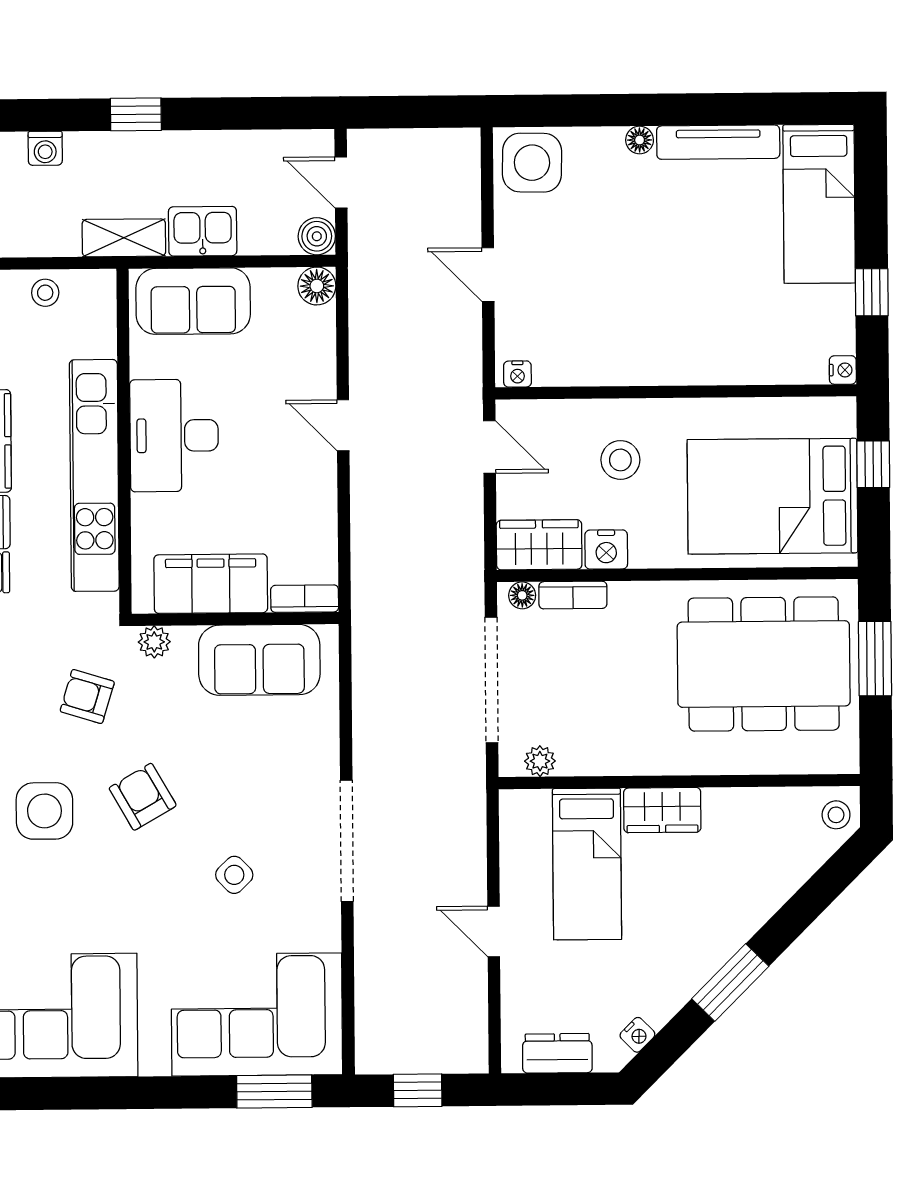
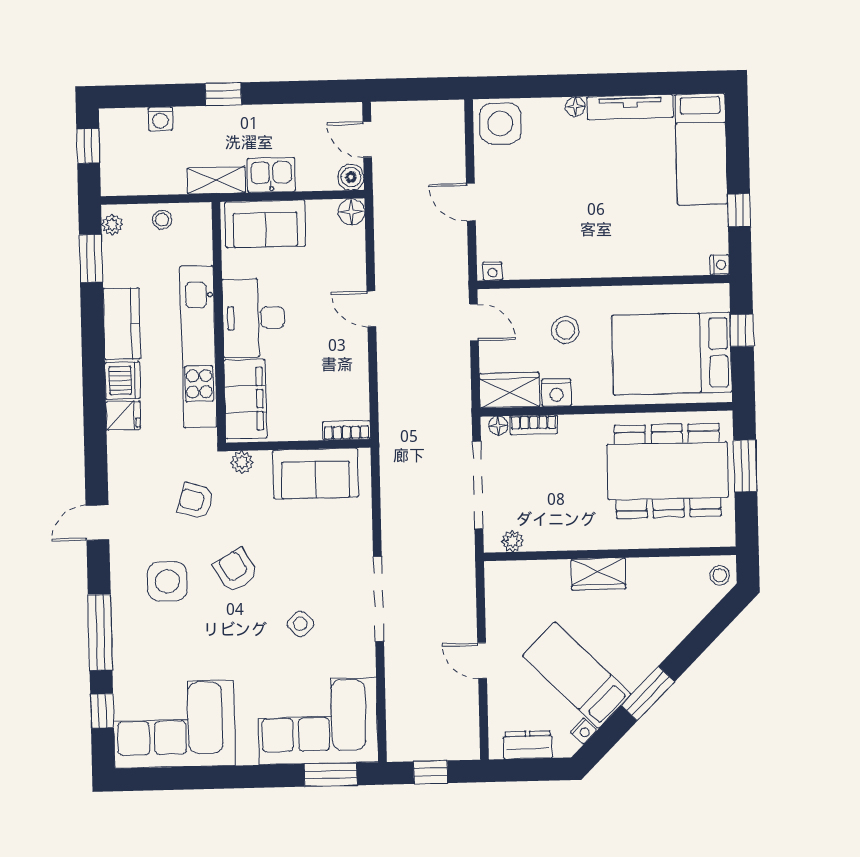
filing cabinet: (211, 584) -> (245, 399), moved, turned 90
bed: (587, 864) -> (577, 675), moved, turned 135

